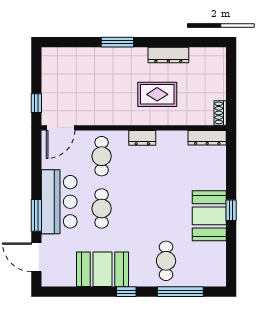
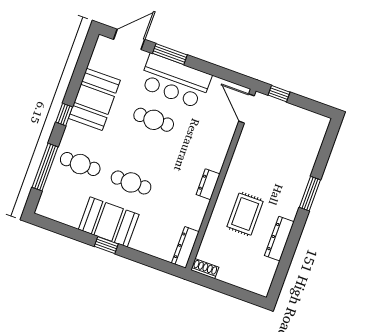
cafe table: (102, 156) -> (131, 182), moved

